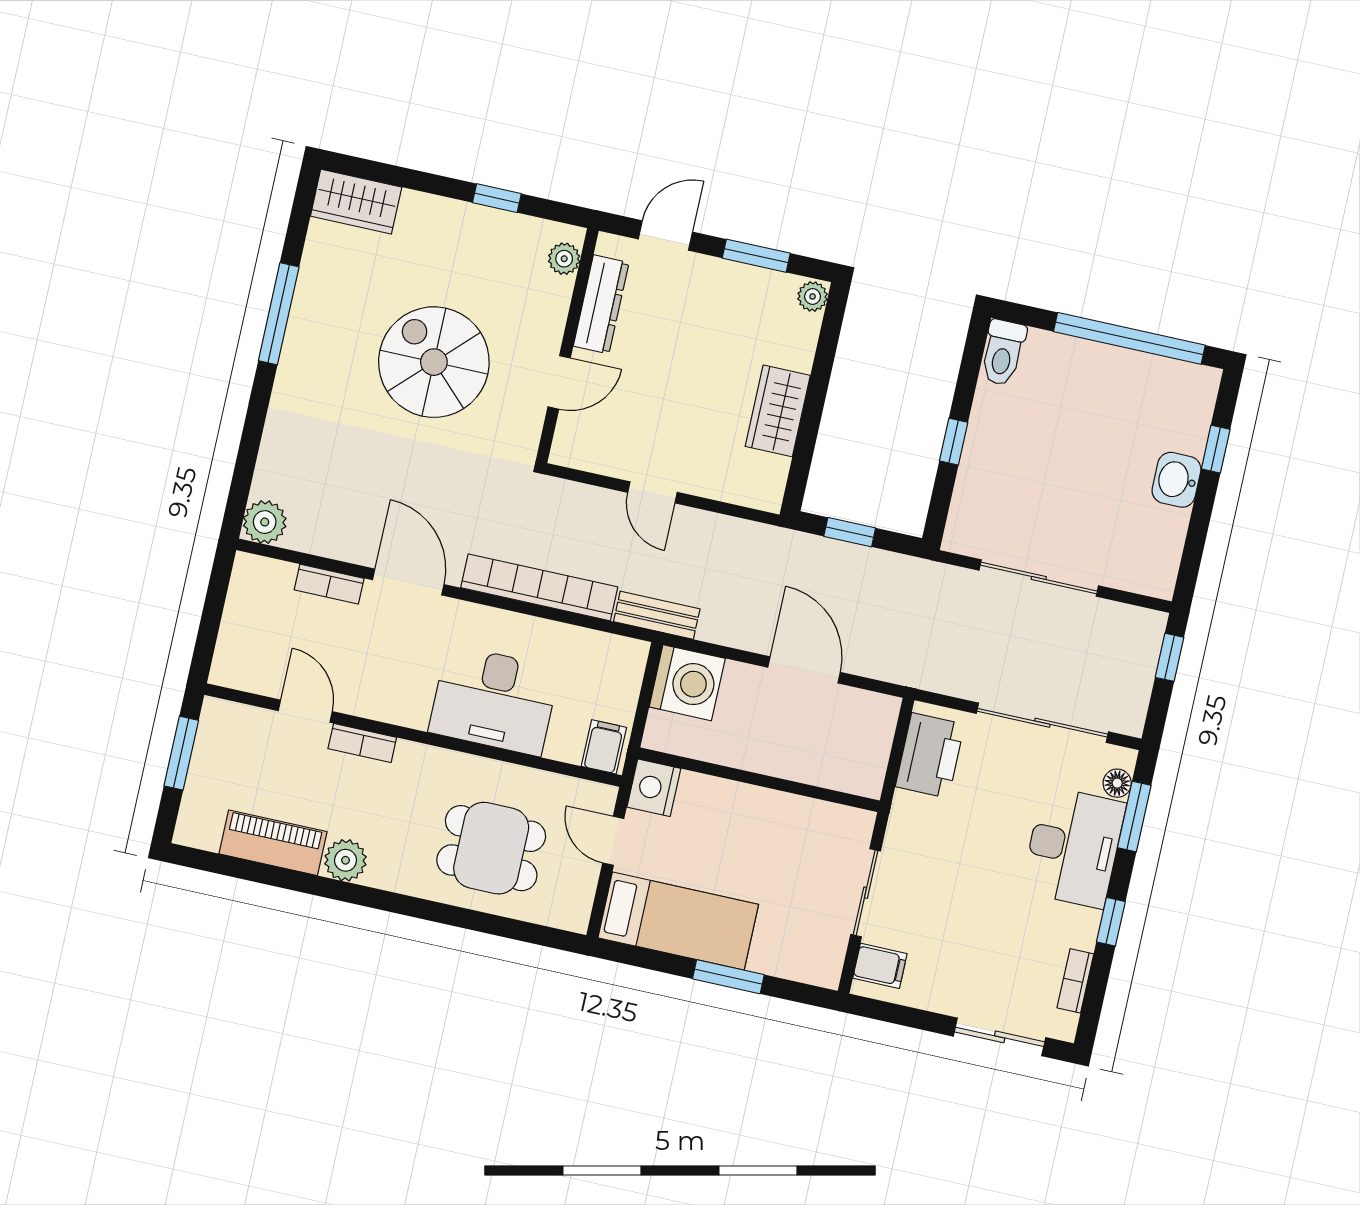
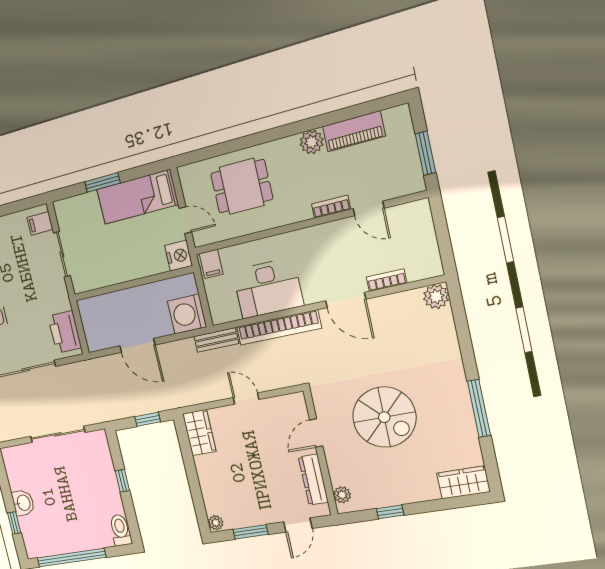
wardrobe: (778, 411) -> (199, 433), moved
desk: (494, 700) -> (268, 288), moved, turned 180

